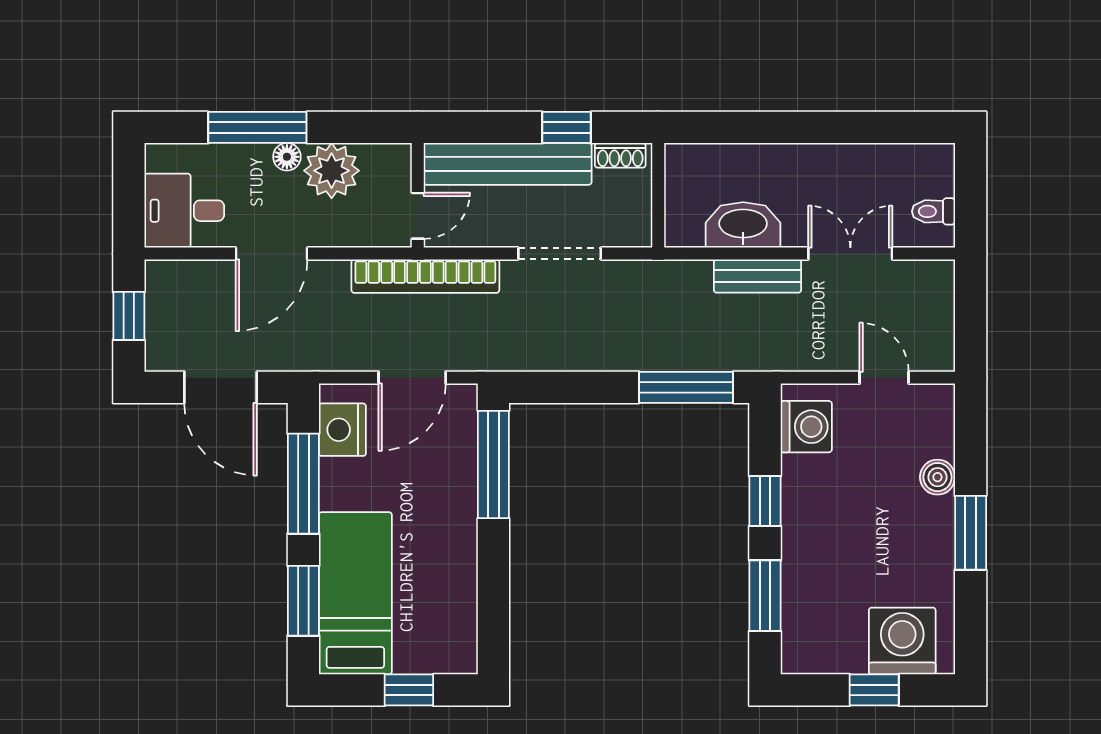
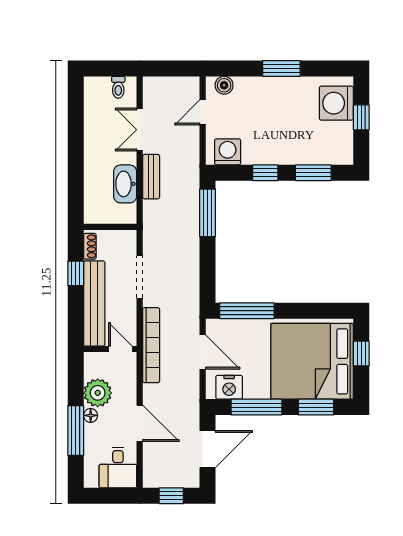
boiler: (937, 477) -> (224, 85), moved
bed: (355, 593) -> (312, 361), width x2.04

